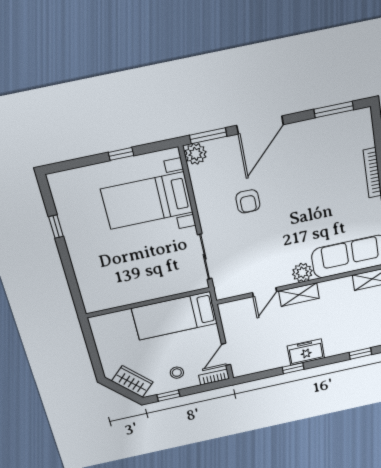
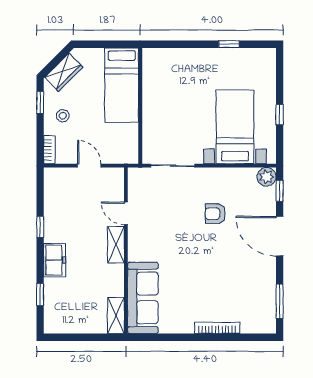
window: (208, 136) -> (280, 191), width x0.67
plant: (302, 273) -> (137, 251), removed
bed: (175, 316) -> (122, 85), moved, turned 180
freezer: (306, 352) -> (55, 260), moved
door: (226, 354) -> (89, 166), moved

